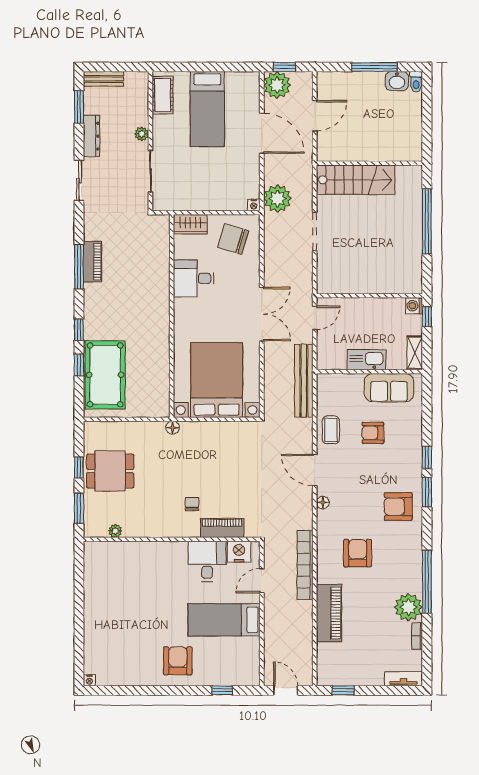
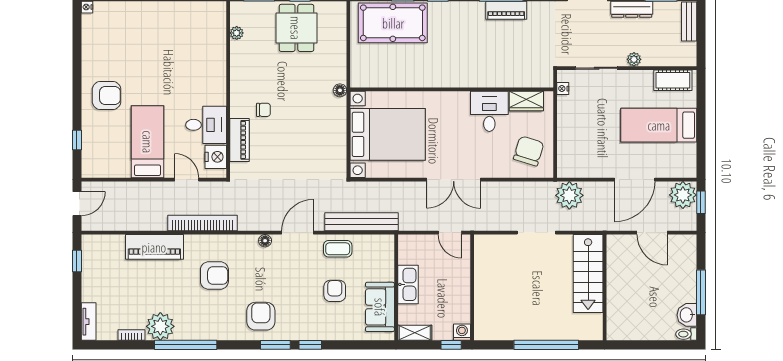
nightstand: (254, 205) -> (563, 89), moved
wardrobe: (190, 224) -> (526, 101), moved, turned -90
bench: (304, 381) -> (361, 222), moved

